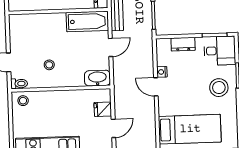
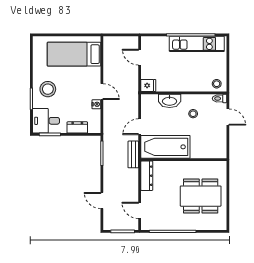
bathtub: (87, 21) -> (165, 147), width x1.36, depth x1.36
washbasin: (97, 78) -> (170, 101), moved
fridge: (103, 109) -> (148, 85), moved
door: (113, 128) -> (140, 57), hinge flipped

